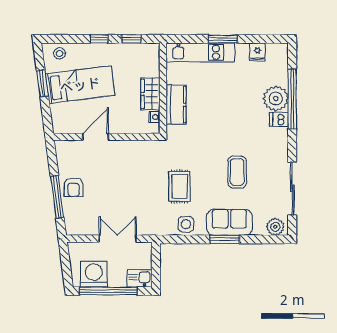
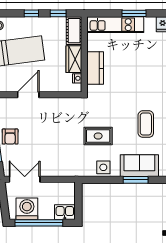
cot: (151, 60) -> (74, 31), added
rug: (180, 186) -> (98, 136), turned 90
double door: (118, 239) -> (25, 179), moved

